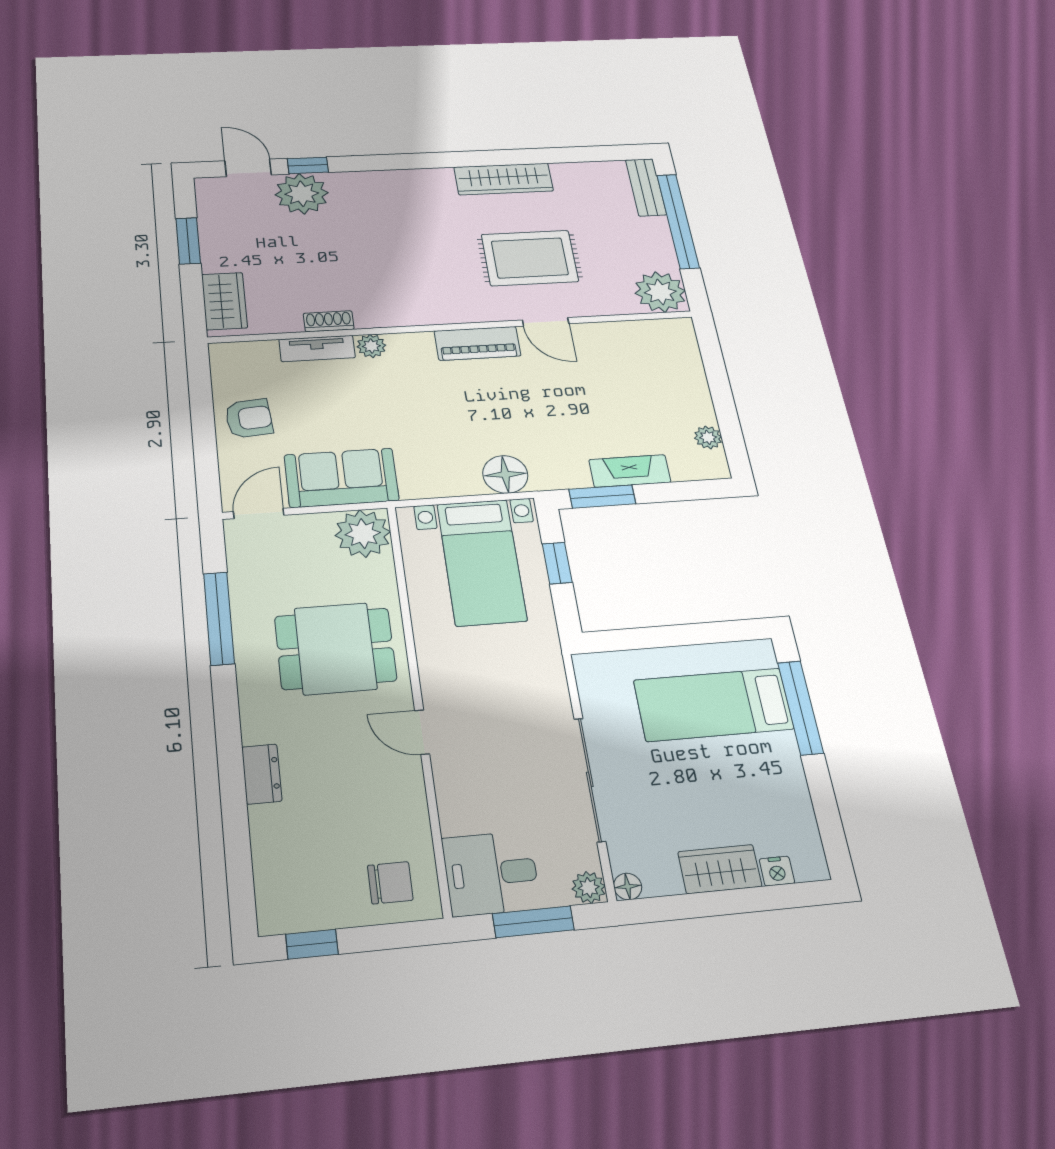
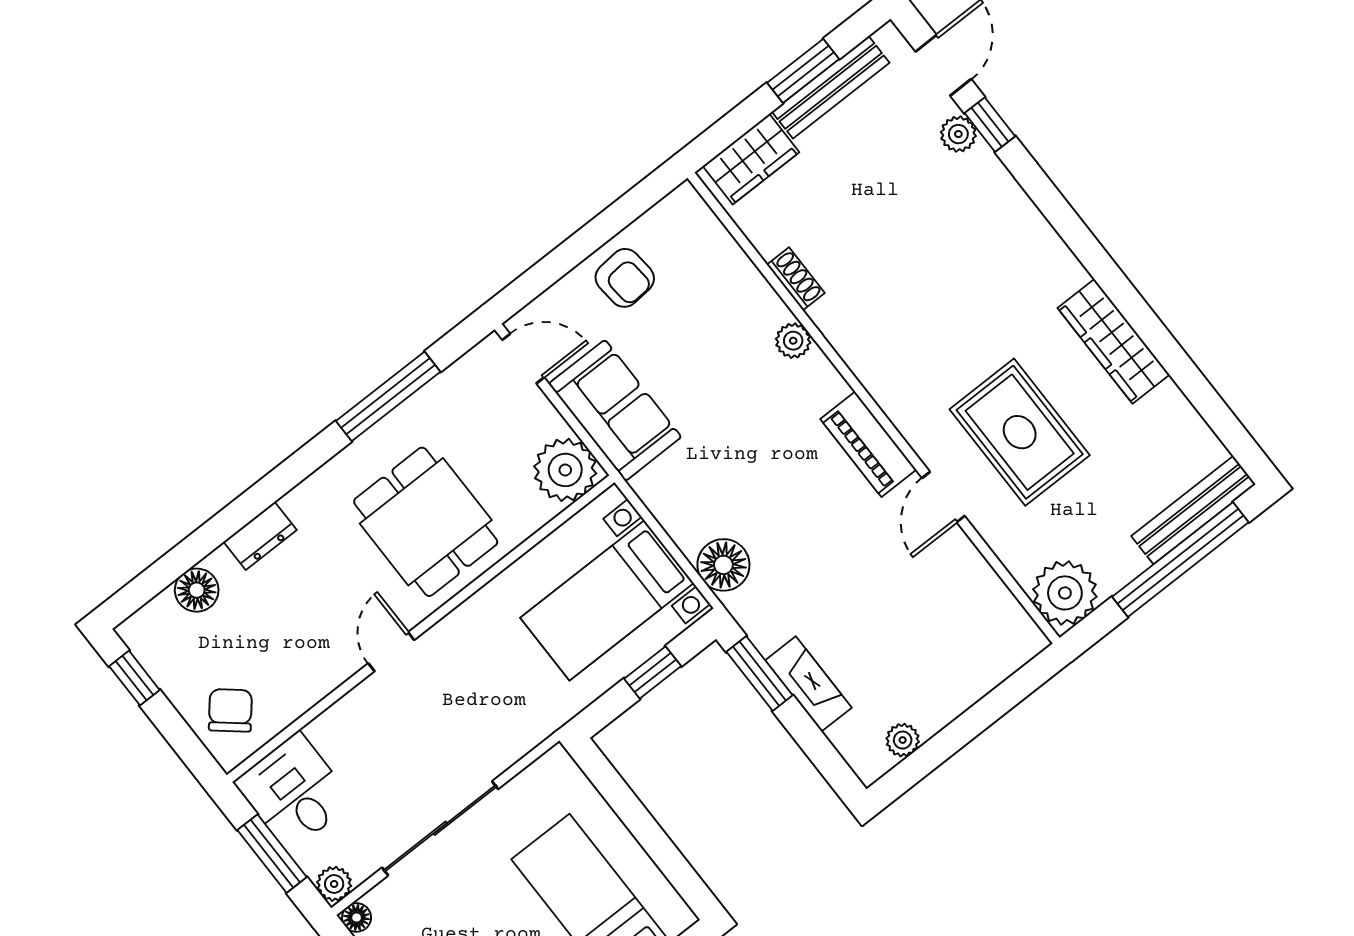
bench: (646, 187) -> (1193, 510), width x1.36
plant: (302, 194) -> (958, 134), width x0.53, depth x0.53
bench: (212, 232) -> (831, 87), added
tv unit: (317, 349) -> (754, 289), removed
floor lamp: (272, 849) -> (197, 590), added
chair: (390, 883) -> (230, 710), turned -140

